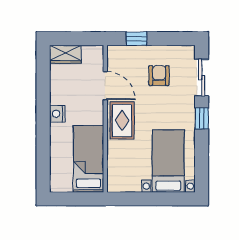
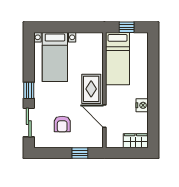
nightstand: (57, 114) -> (142, 105), moved
window: (77, 199) -> (127, 27), added

